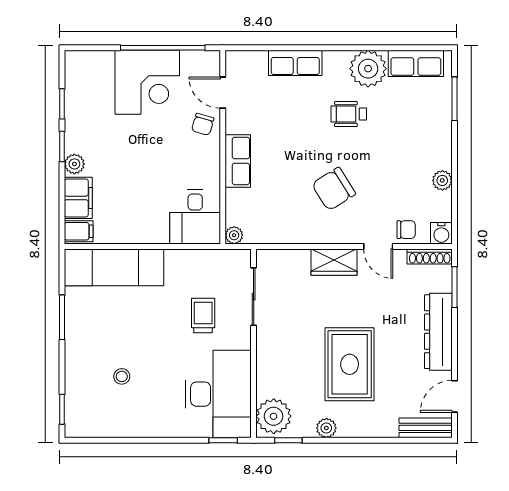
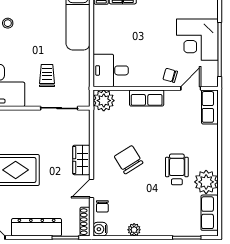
row of seats: (295, 63) -> (210, 107), moved
wheelchair: (349, 114) -> (177, 169), width x1.36, depth x1.37
plant: (234, 235) -> (104, 101), width x1.88, depth x1.88
trolley: (203, 315) -> (47, 76), turned -90

